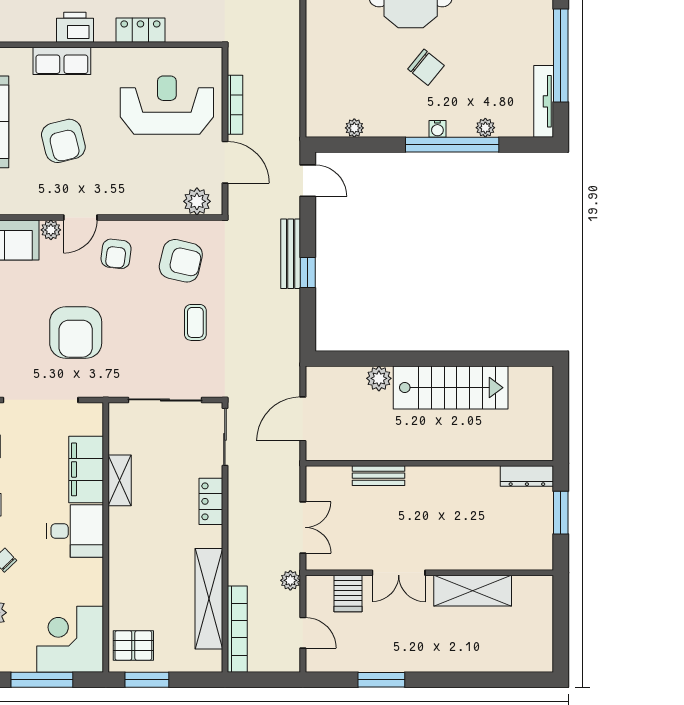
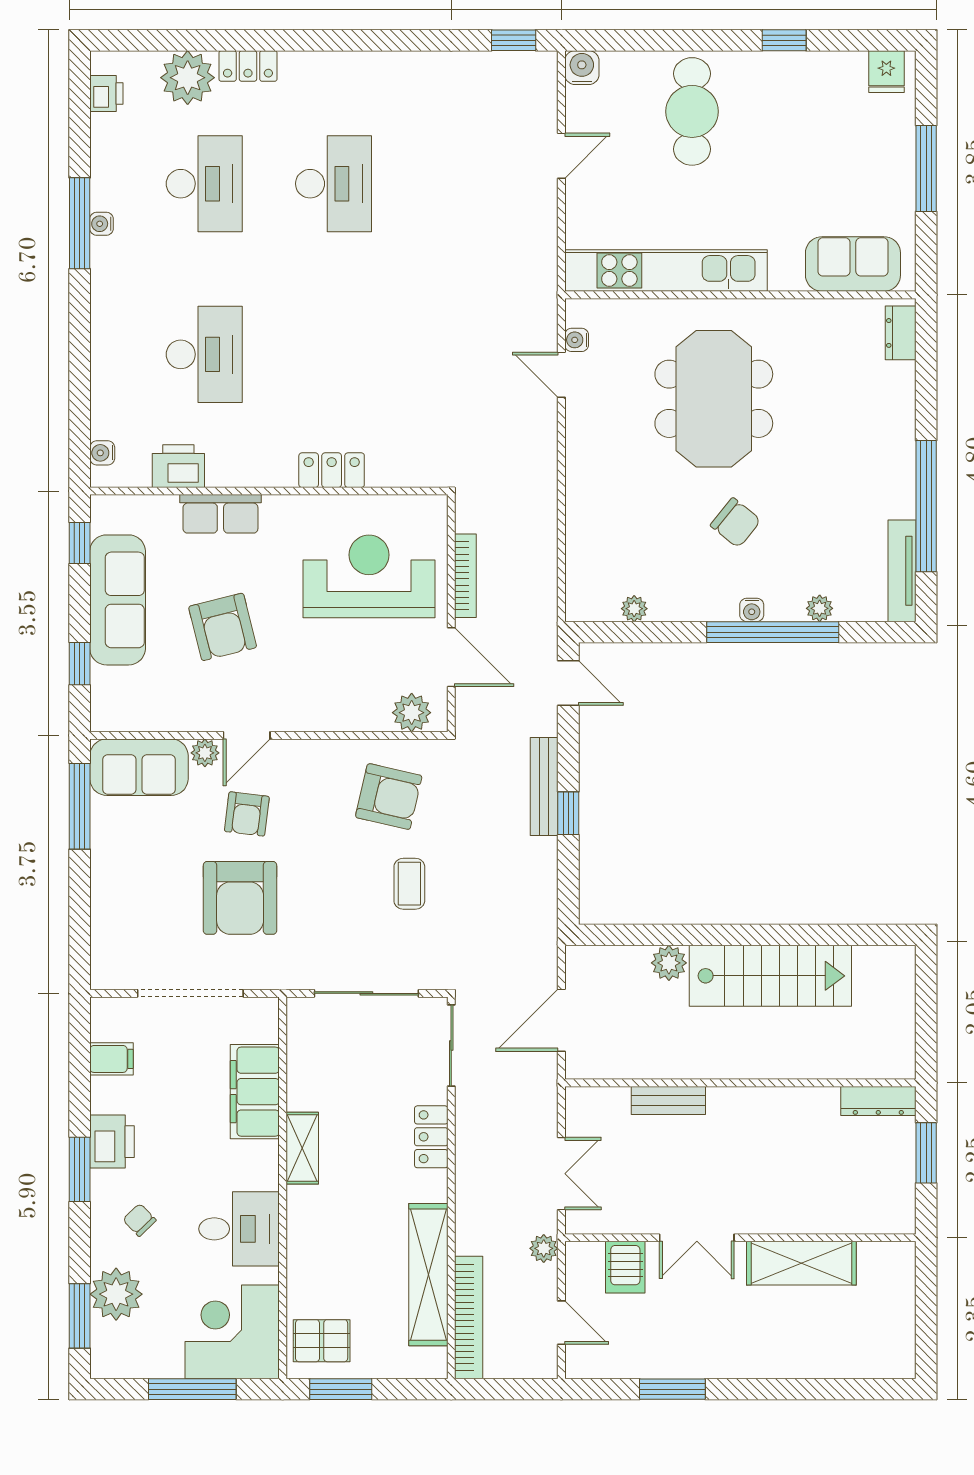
printer: (75, 27) -> (178, 466), moved
armchair: (116, 254) -> (247, 814), moved
shelving: (120, 480) -> (302, 1148), moved
desk: (75, 531) -> (239, 1229), moved

